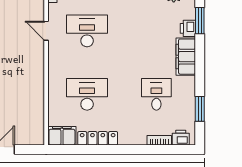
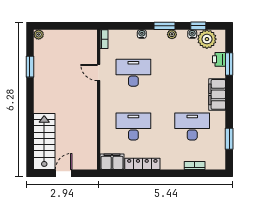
printer: (188, 28) -> (219, 59), moved
desk: (156, 94) -> (192, 127), width x1.37
printer: (181, 138) -> (213, 163), removed

